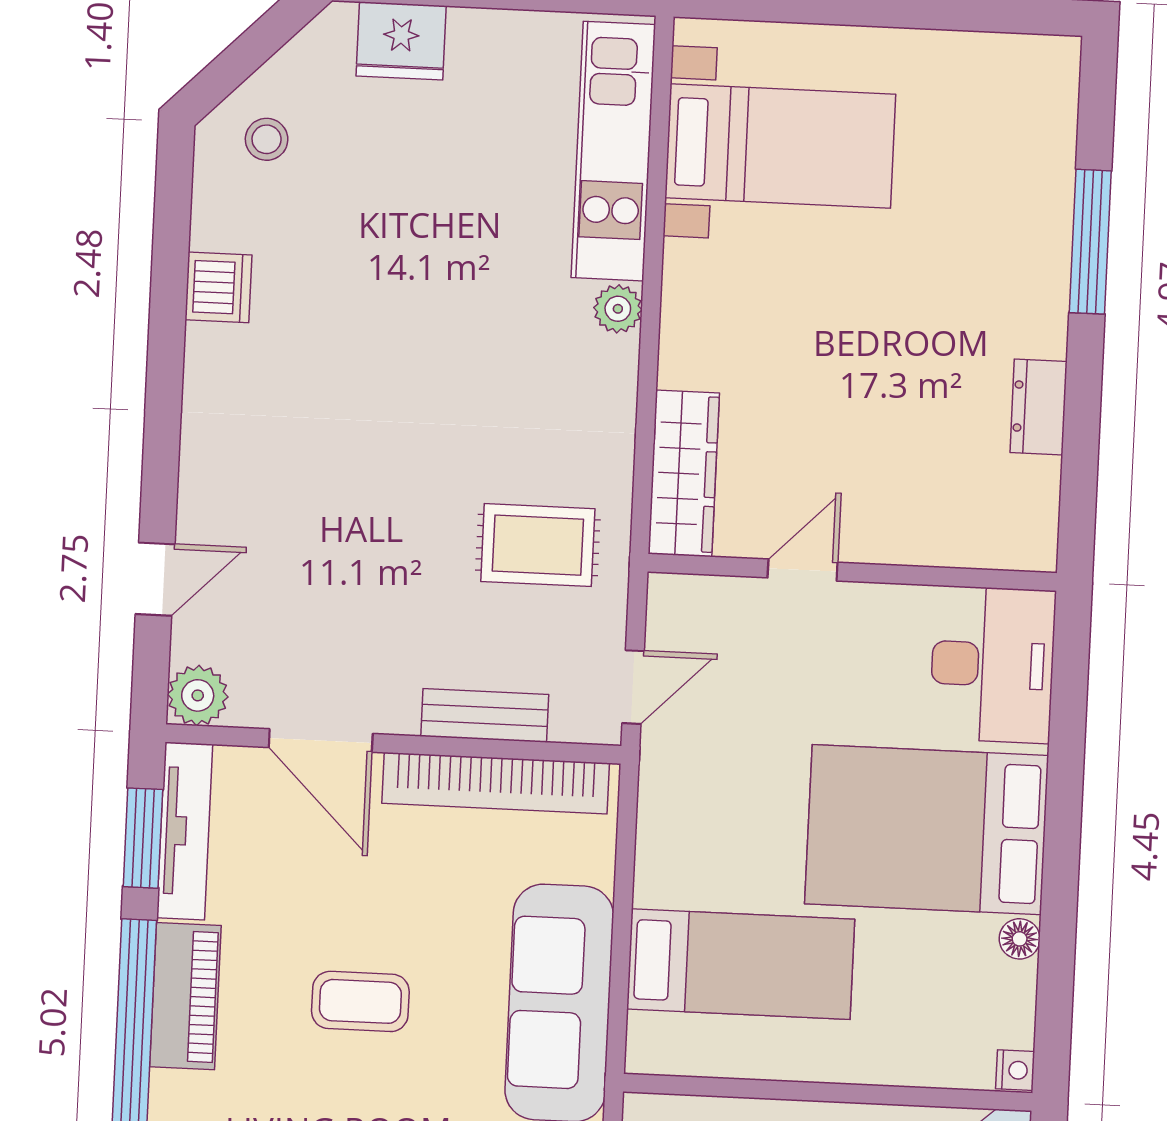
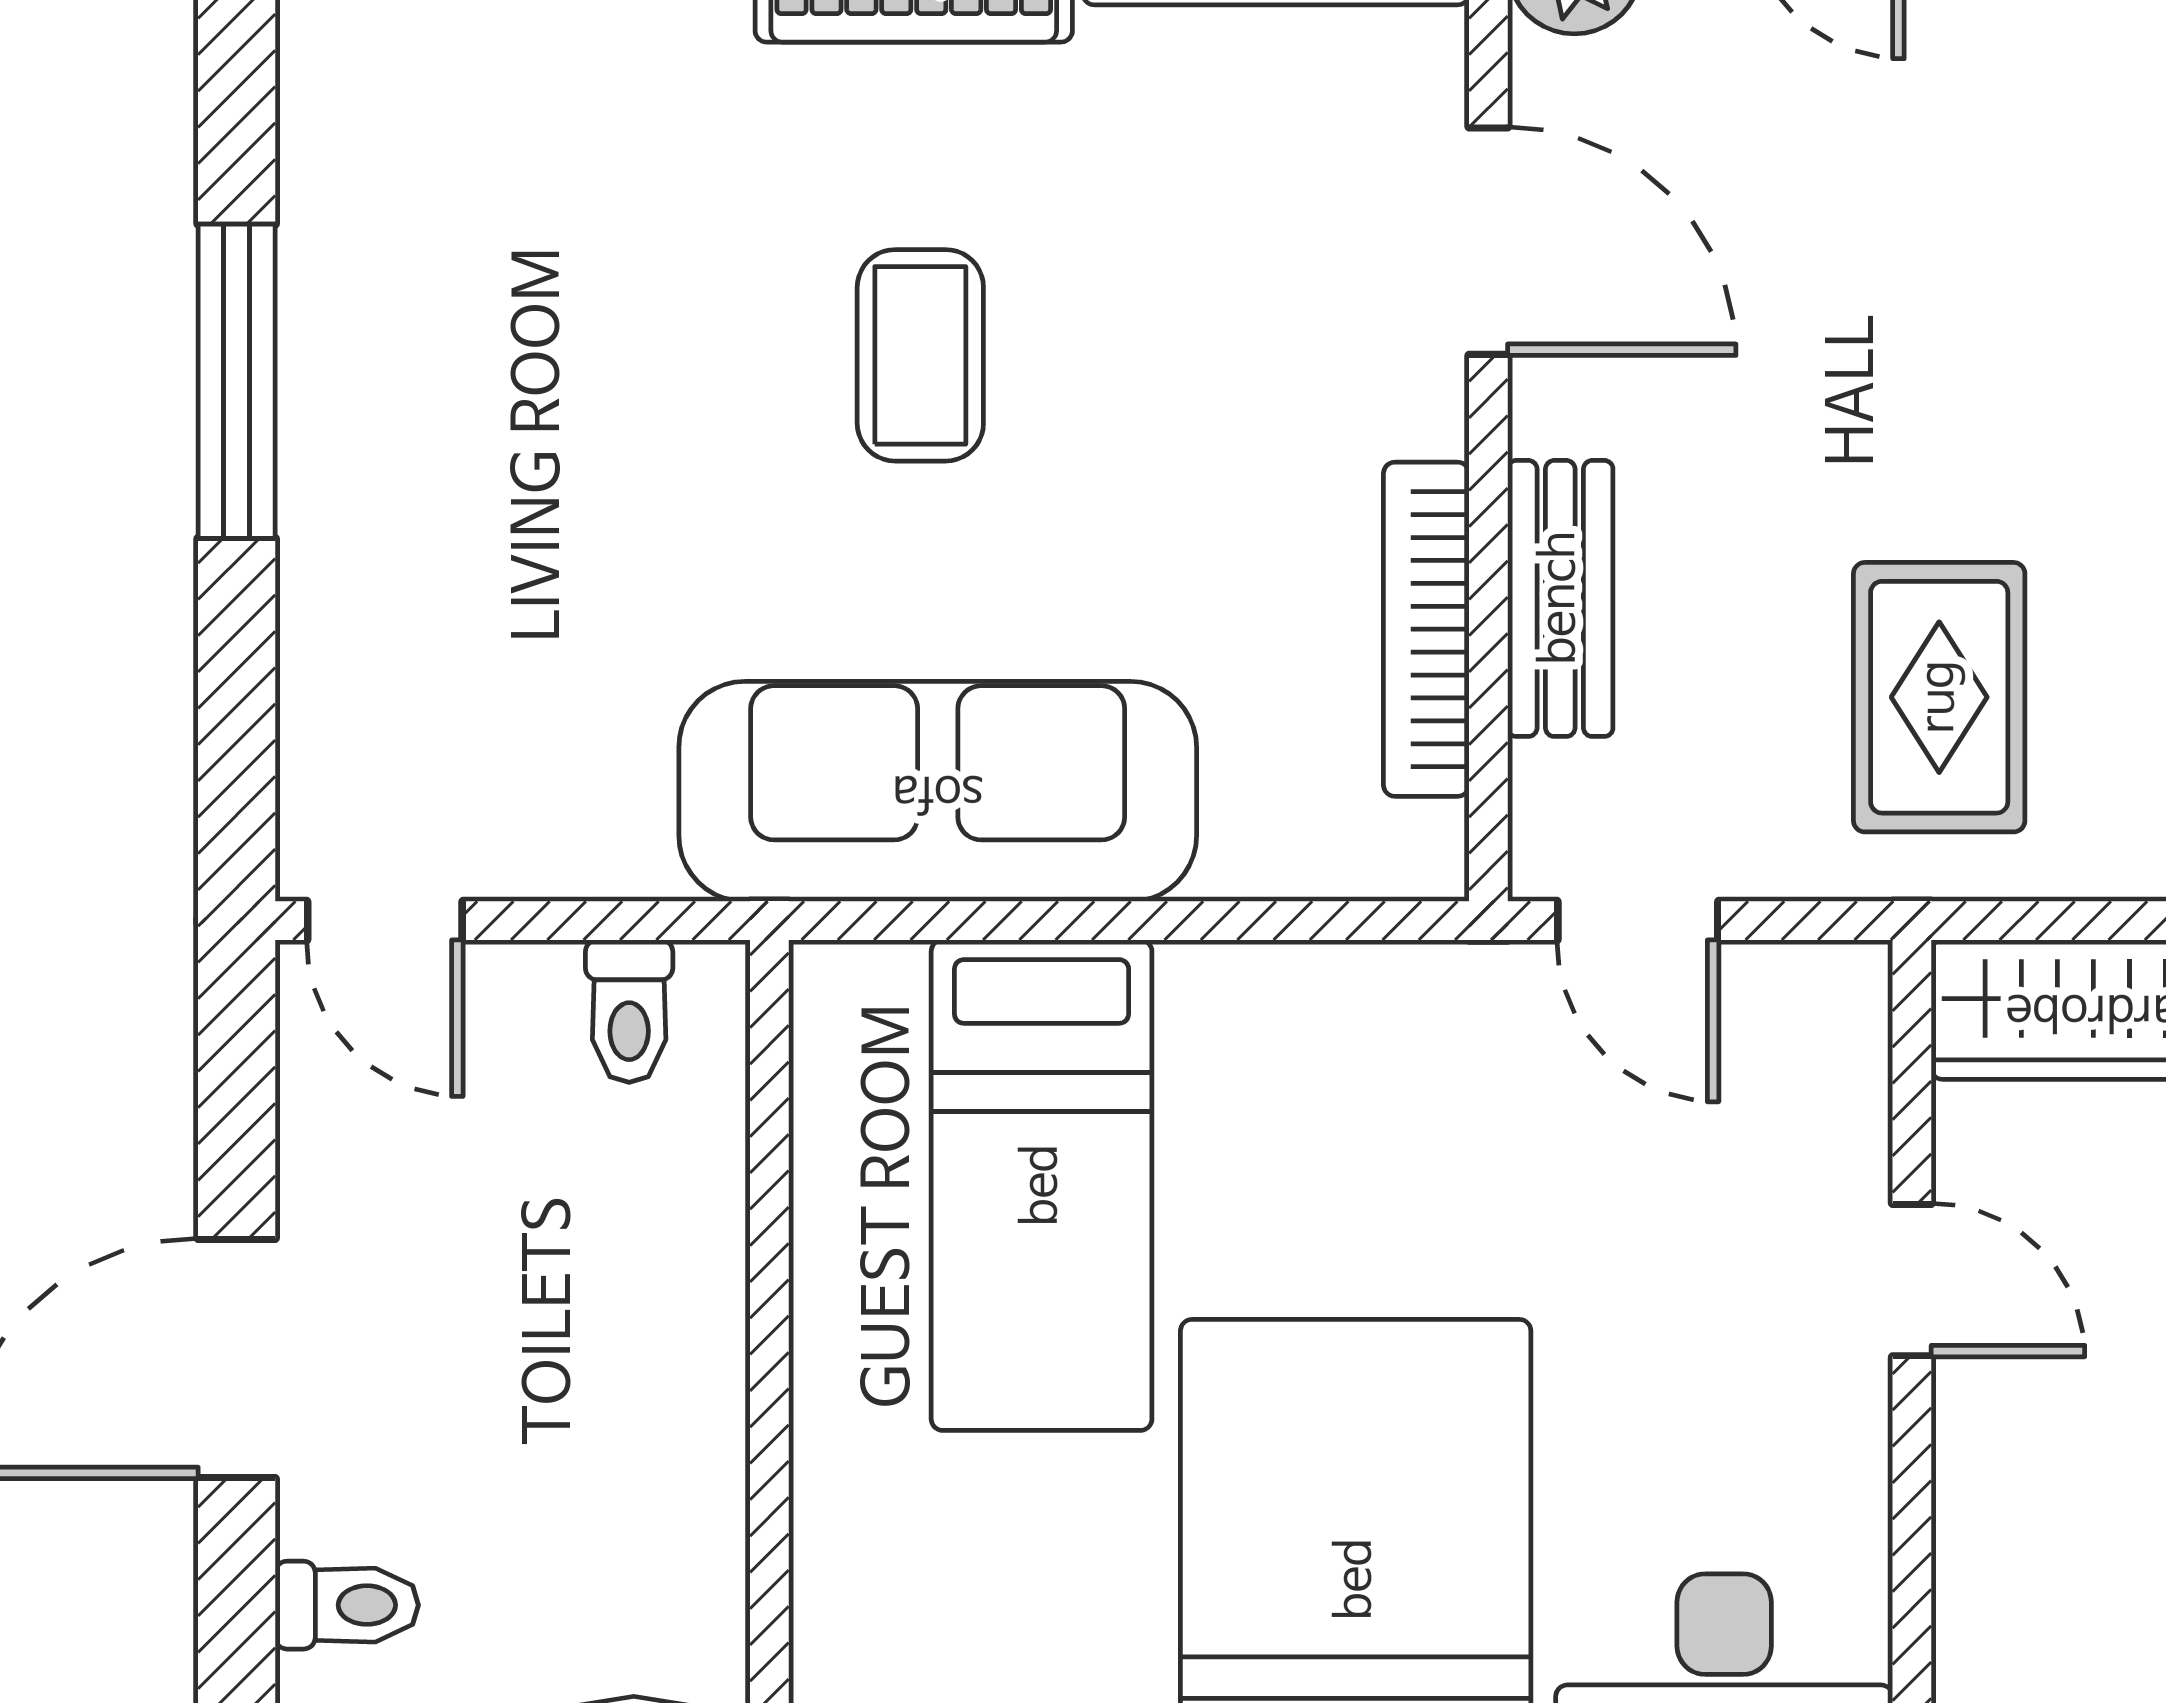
door: (321, 741) -> (1488, 241), swing flipped
bookcase: (496, 783) -> (1426, 629), width x0.68, depth x0.76

